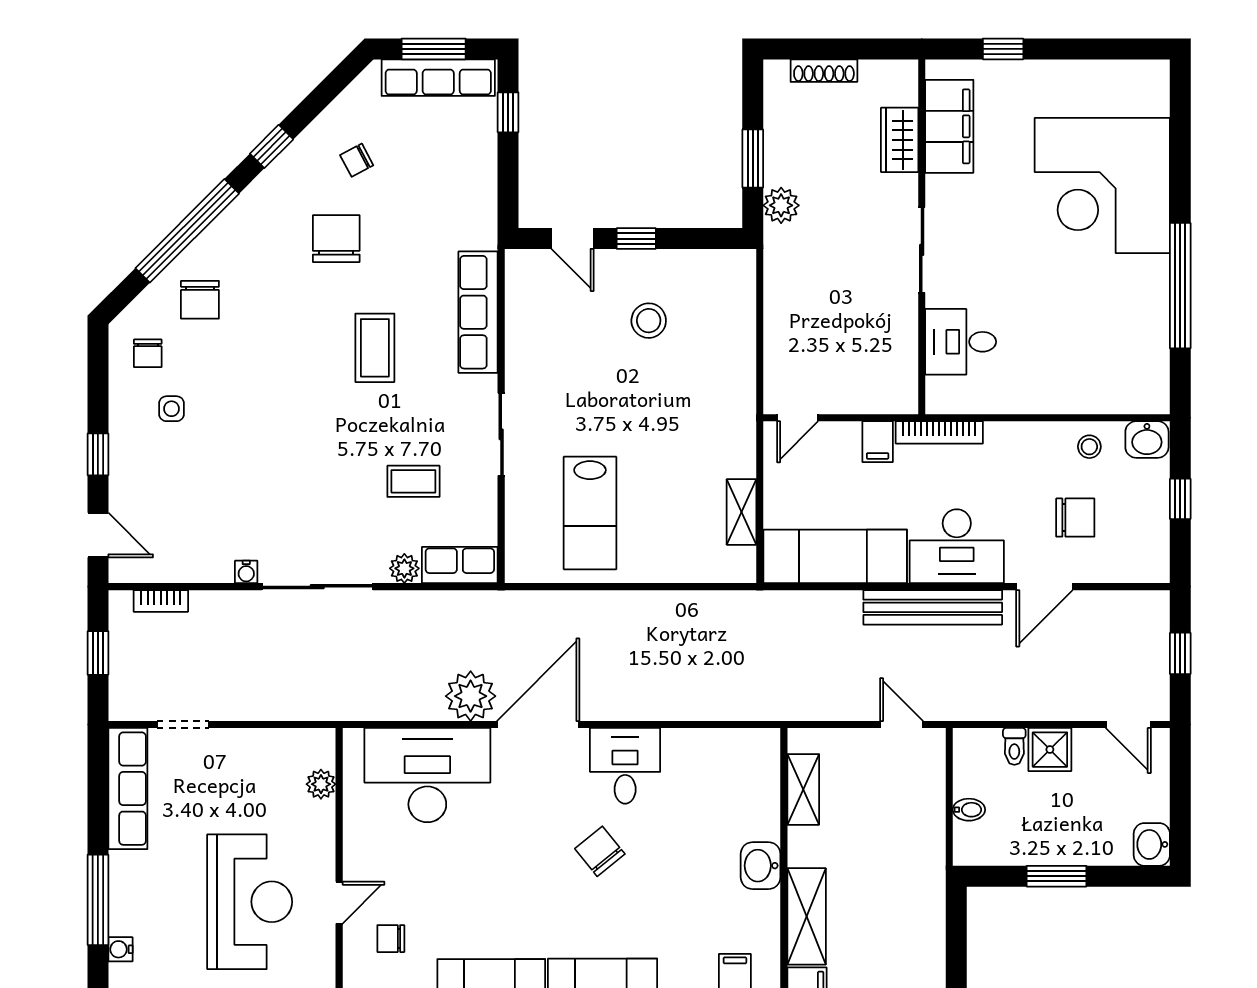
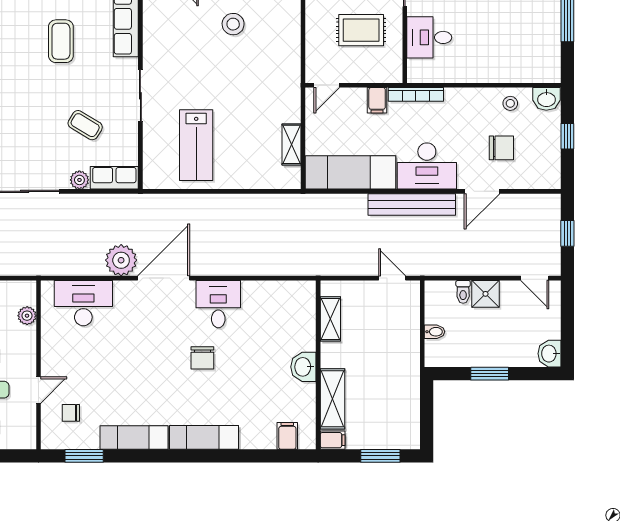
rug: (852, 330) -> (361, 30), added
coffee table: (413, 481) -> (85, 125), turned 31
desk: (427, 775) -> (83, 303), width x0.73, depth x0.77
chair: (600, 851) -> (202, 358), turned -141

